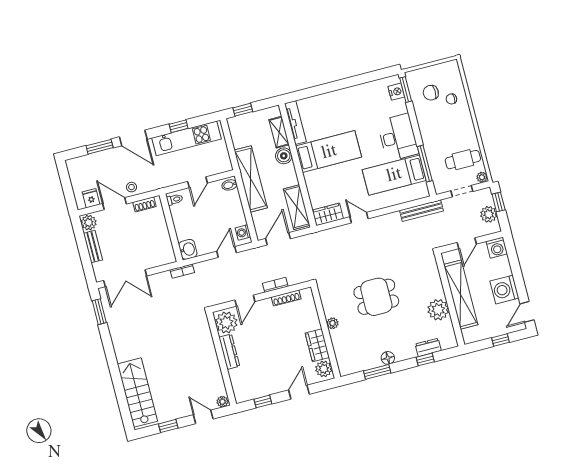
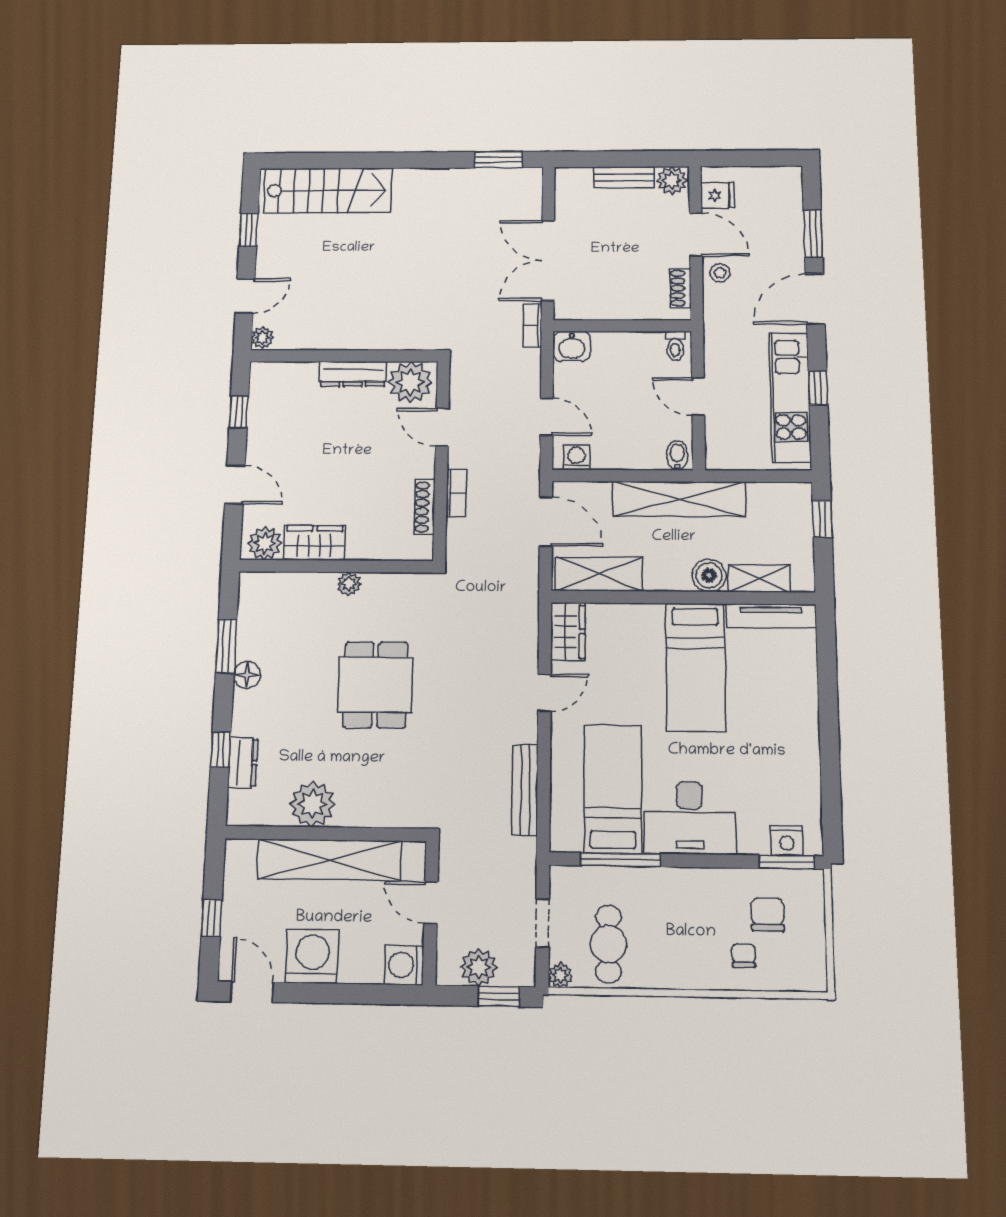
door: (114, 204) -> (696, 235), hinge flipped
bench: (421, 211) -> (525, 790), moved
double door: (125, 278) -> (548, 260), moved

